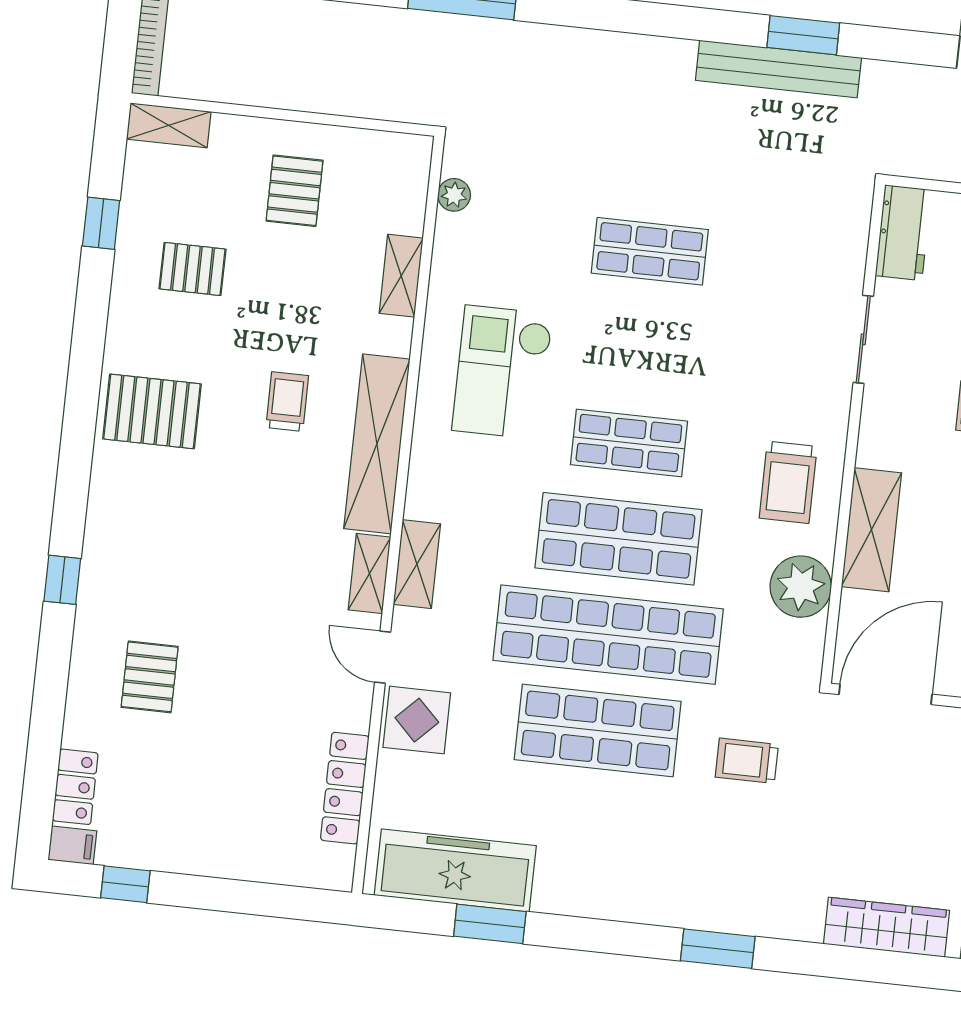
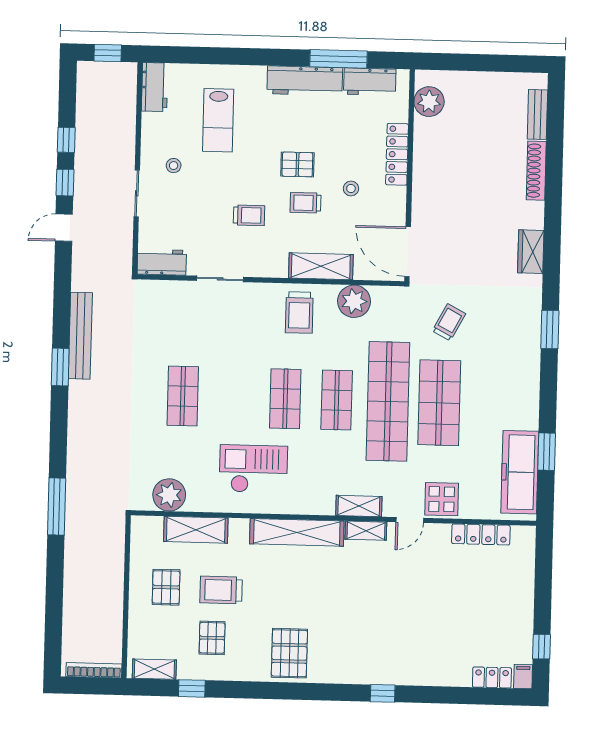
window: (803, 35) -> (60, 367), moved
shelving: (169, 125) -> (154, 669), moved, turned 90
pallet: (295, 191) -> (166, 587), turned 90
plant: (454, 195) -> (169, 495), width x1.88, depth x1.88
shelving: (401, 276) -> (196, 530), width x1.50, depth x1.33
checkout: (502, 372) -> (253, 469), turned 180
trolley: (287, 401) -> (221, 590), moved, width x1.36, depth x1.39
trolley: (788, 482) -> (299, 313), turned 90
shop shelf: (619, 539) -> (337, 400), width x0.70, depth x0.74
pallet: (150, 677) -> (430, 643), removed
trolley: (747, 761) -> (449, 322), turned -152
wardrobe: (887, 927) -> (531, 252), width x0.67

